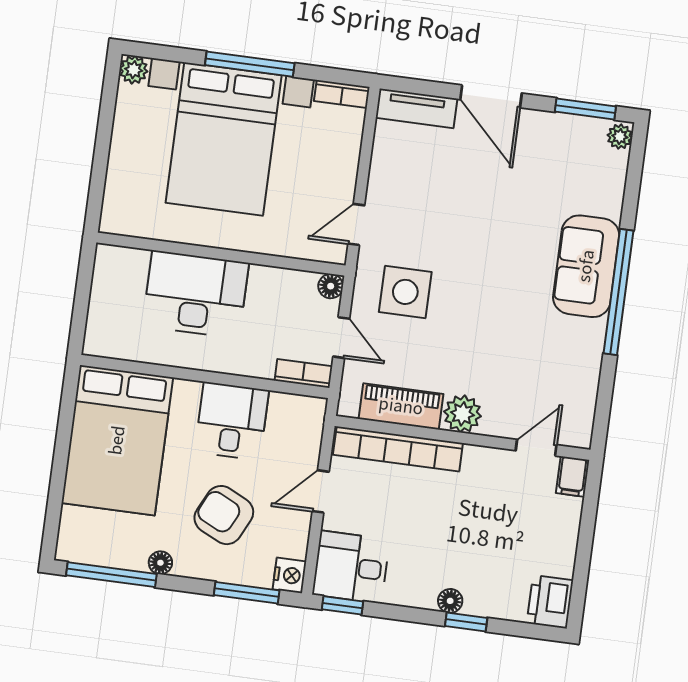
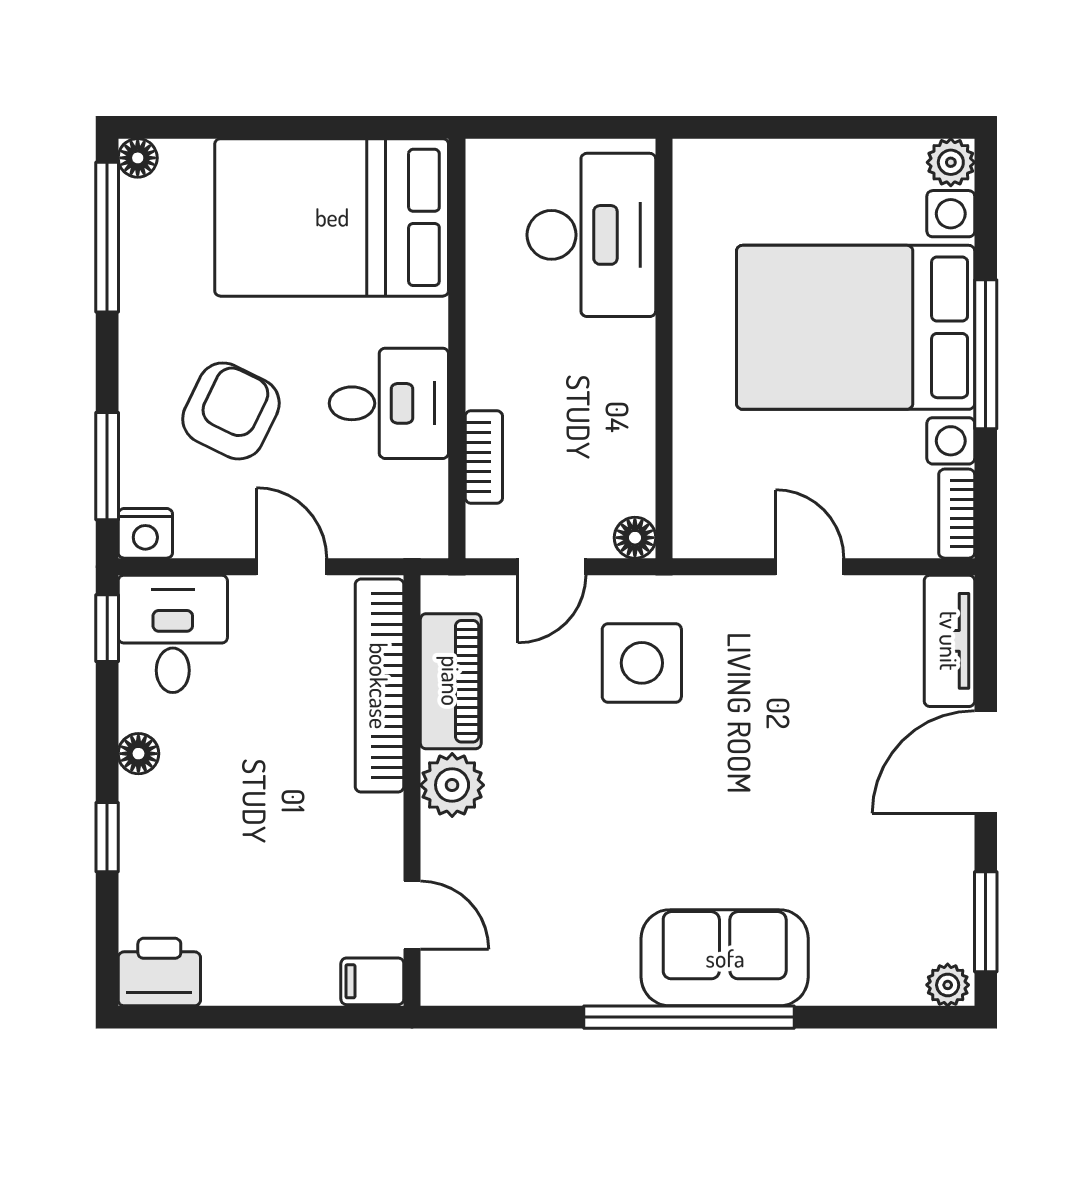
door: (356, 225) -> (810, 567), moved
desk: (196, 294) -> (591, 235), moved
bookcase: (303, 373) -> (484, 457), moved
floor lamp: (160, 563) -> (138, 158), moved
floor lamp: (450, 601) -> (138, 754), moved

